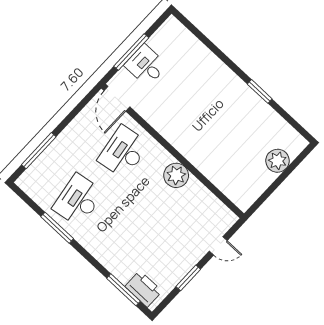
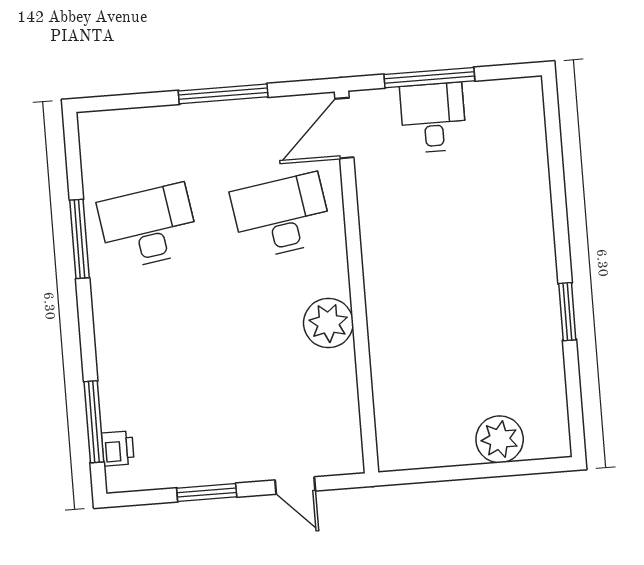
window: (39, 151) -> (223, 94), moved
printer: (144, 289) -> (118, 448), width x0.53, depth x0.68

